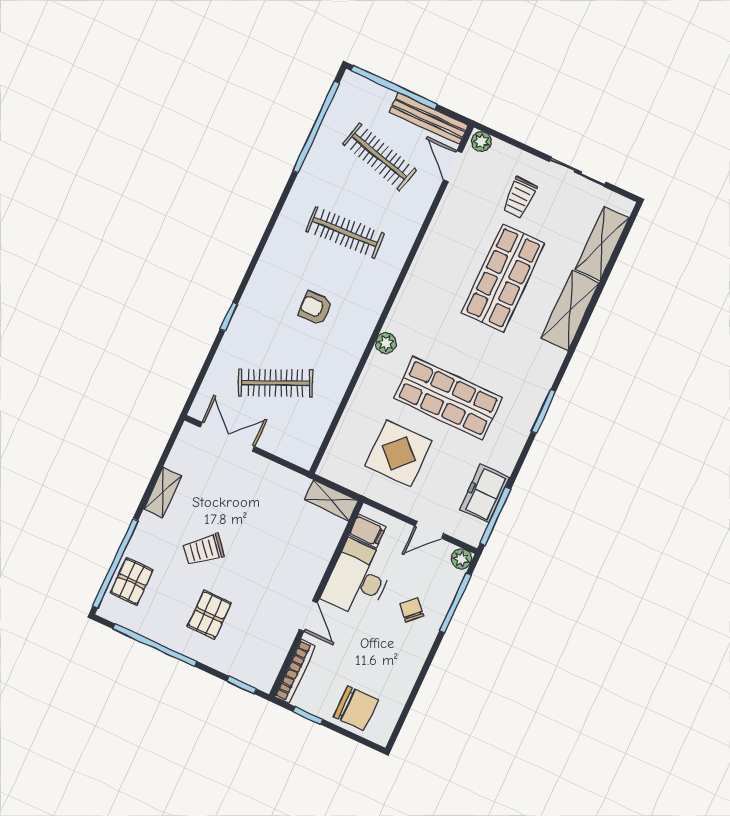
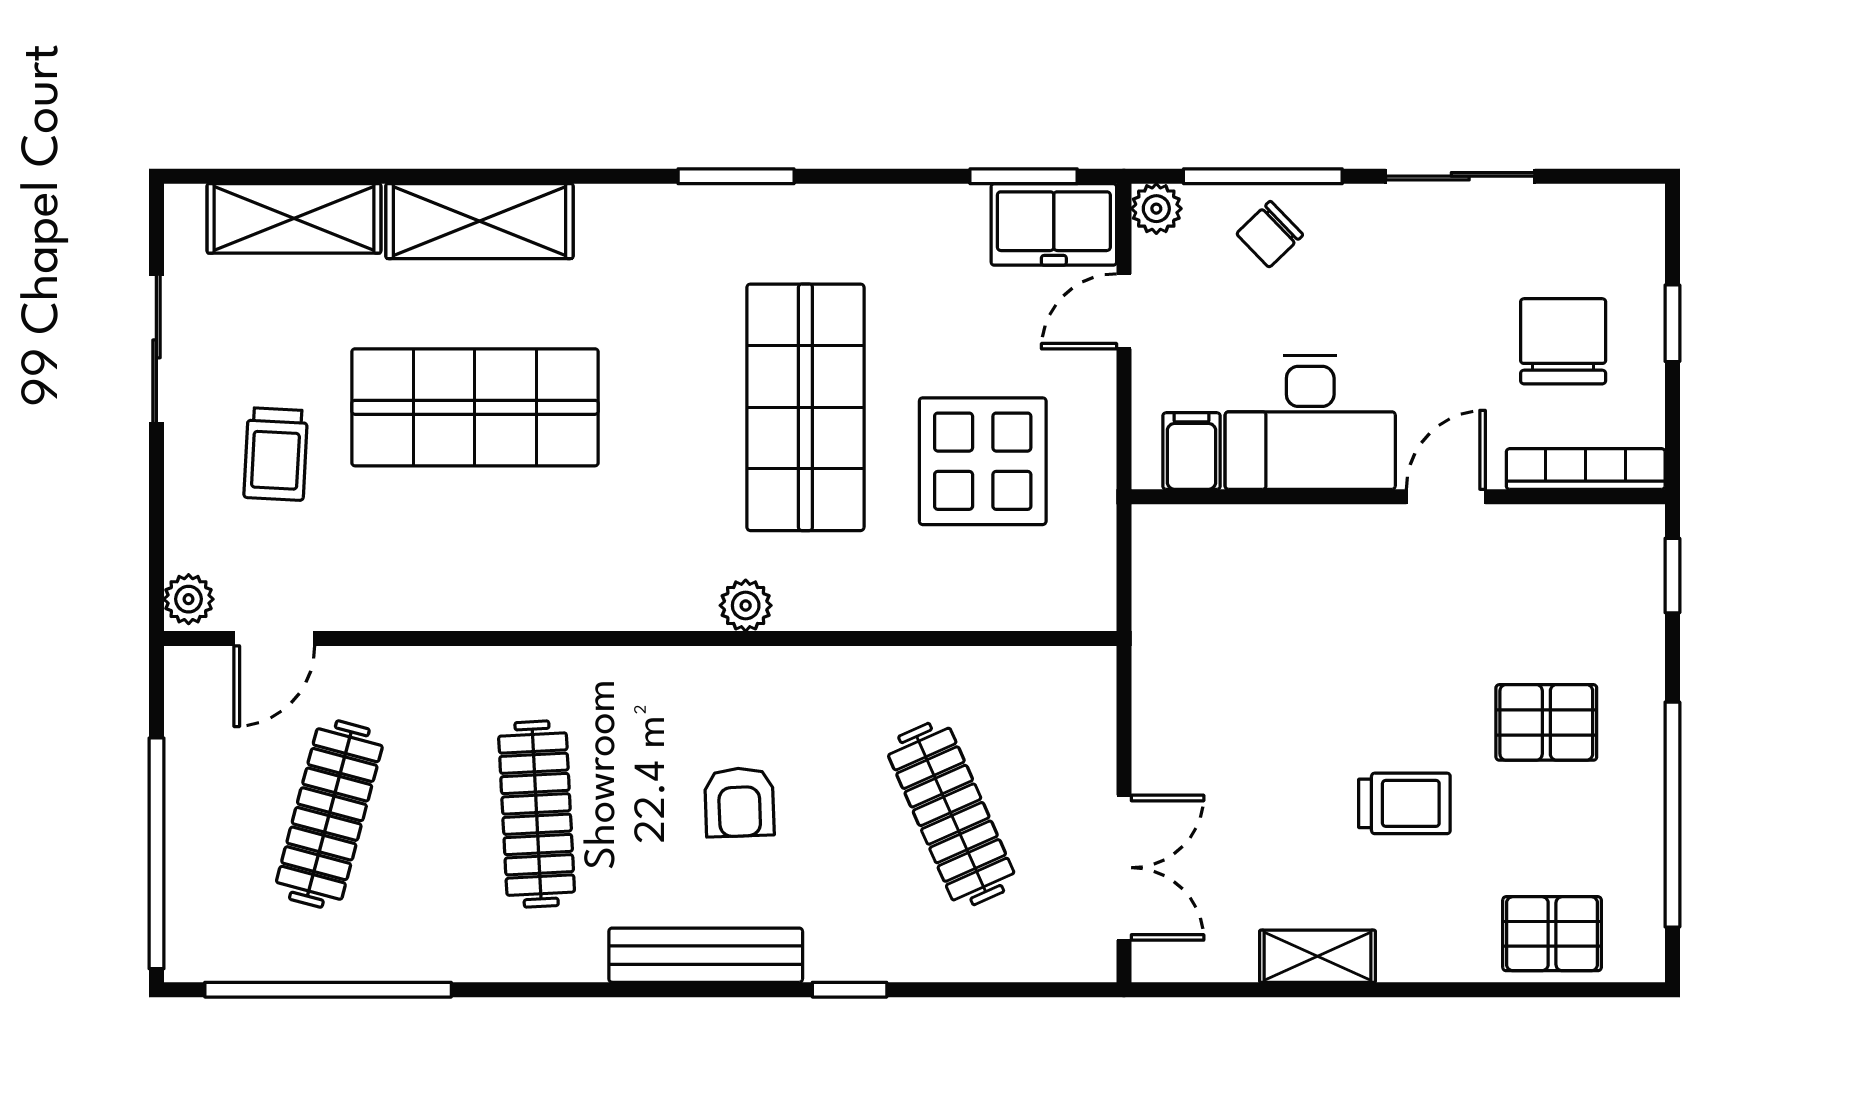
bench: (429, 119) -> (706, 955), moved, turned 90
trolley: (520, 198) -> (276, 454), turned 93
double door: (227, 437) -> (1124, 868), swing flipped
freezer: (484, 494) -> (1054, 224), moved
shelving: (331, 500) -> (1159, 565), removed
window: (495, 516) -> (1024, 176), width x0.69
door: (430, 530) -> (1124, 311), swing flipped
trolley: (204, 550) -> (1404, 803), turned -50
window: (115, 563) -> (1528, 990), removed
chair: (412, 610) -> (1270, 234), moved
sliding door: (422, 675) -> (1460, 176), added
chair: (356, 708) -> (1563, 341), moved
window: (308, 716) -> (1672, 323), moved

